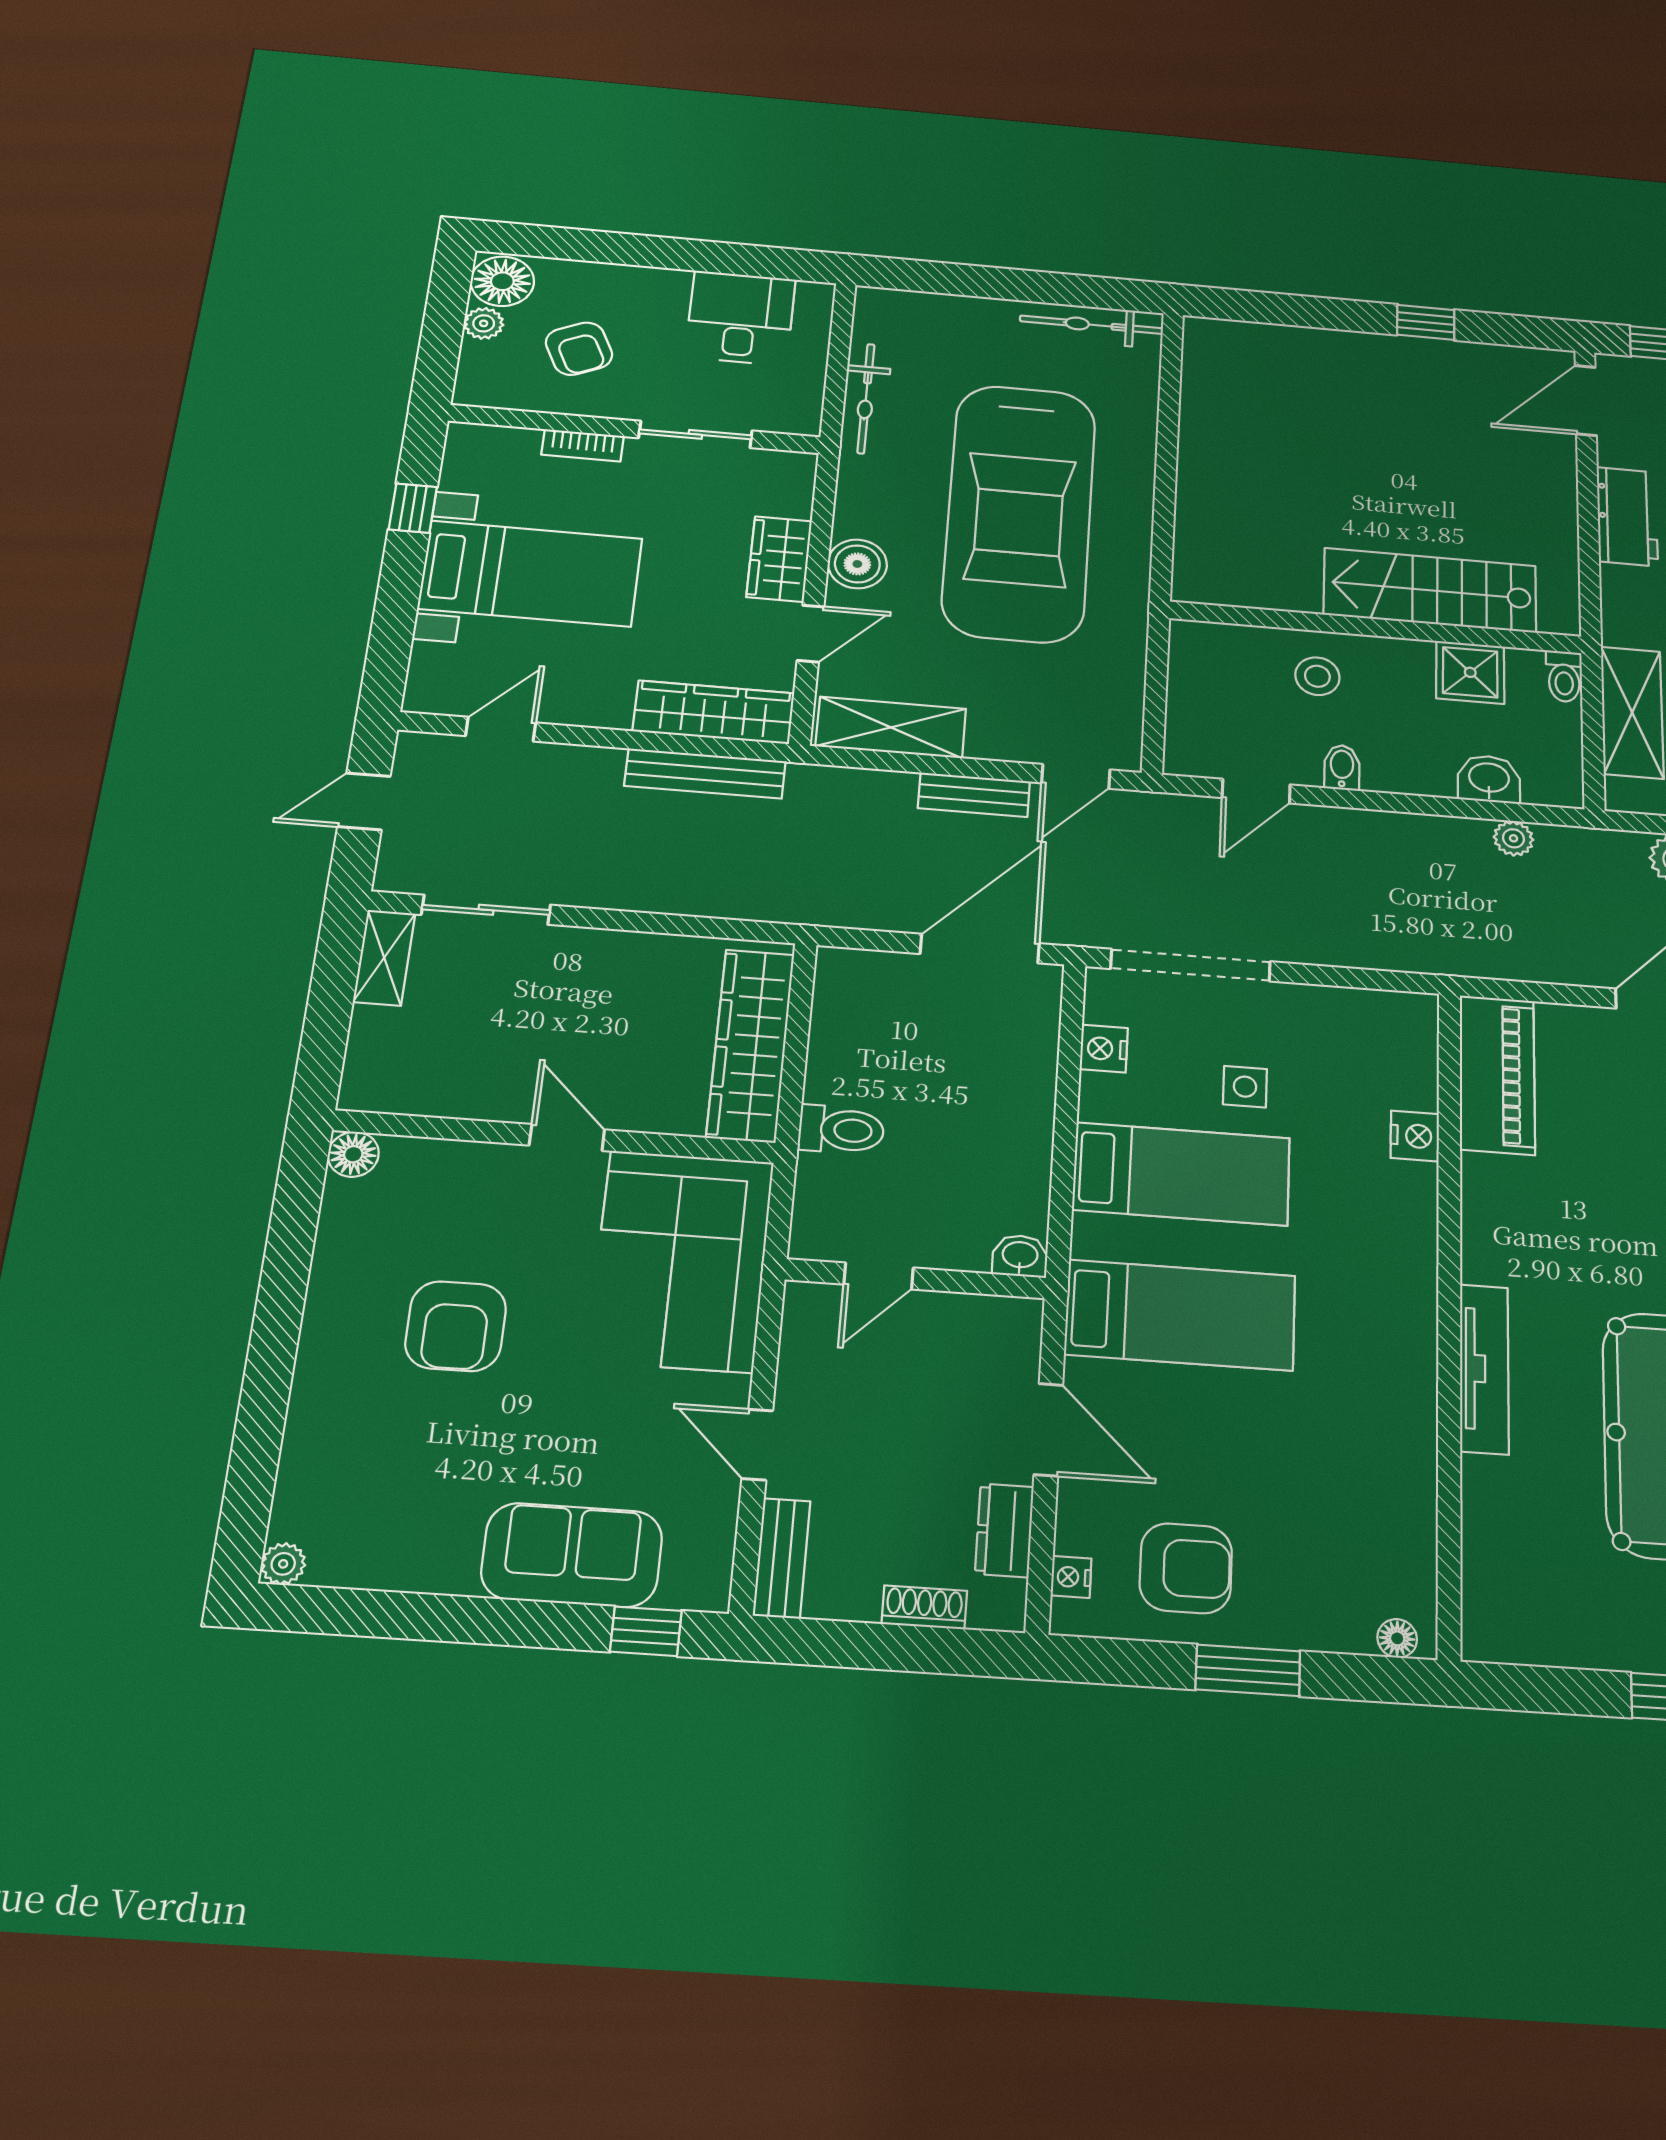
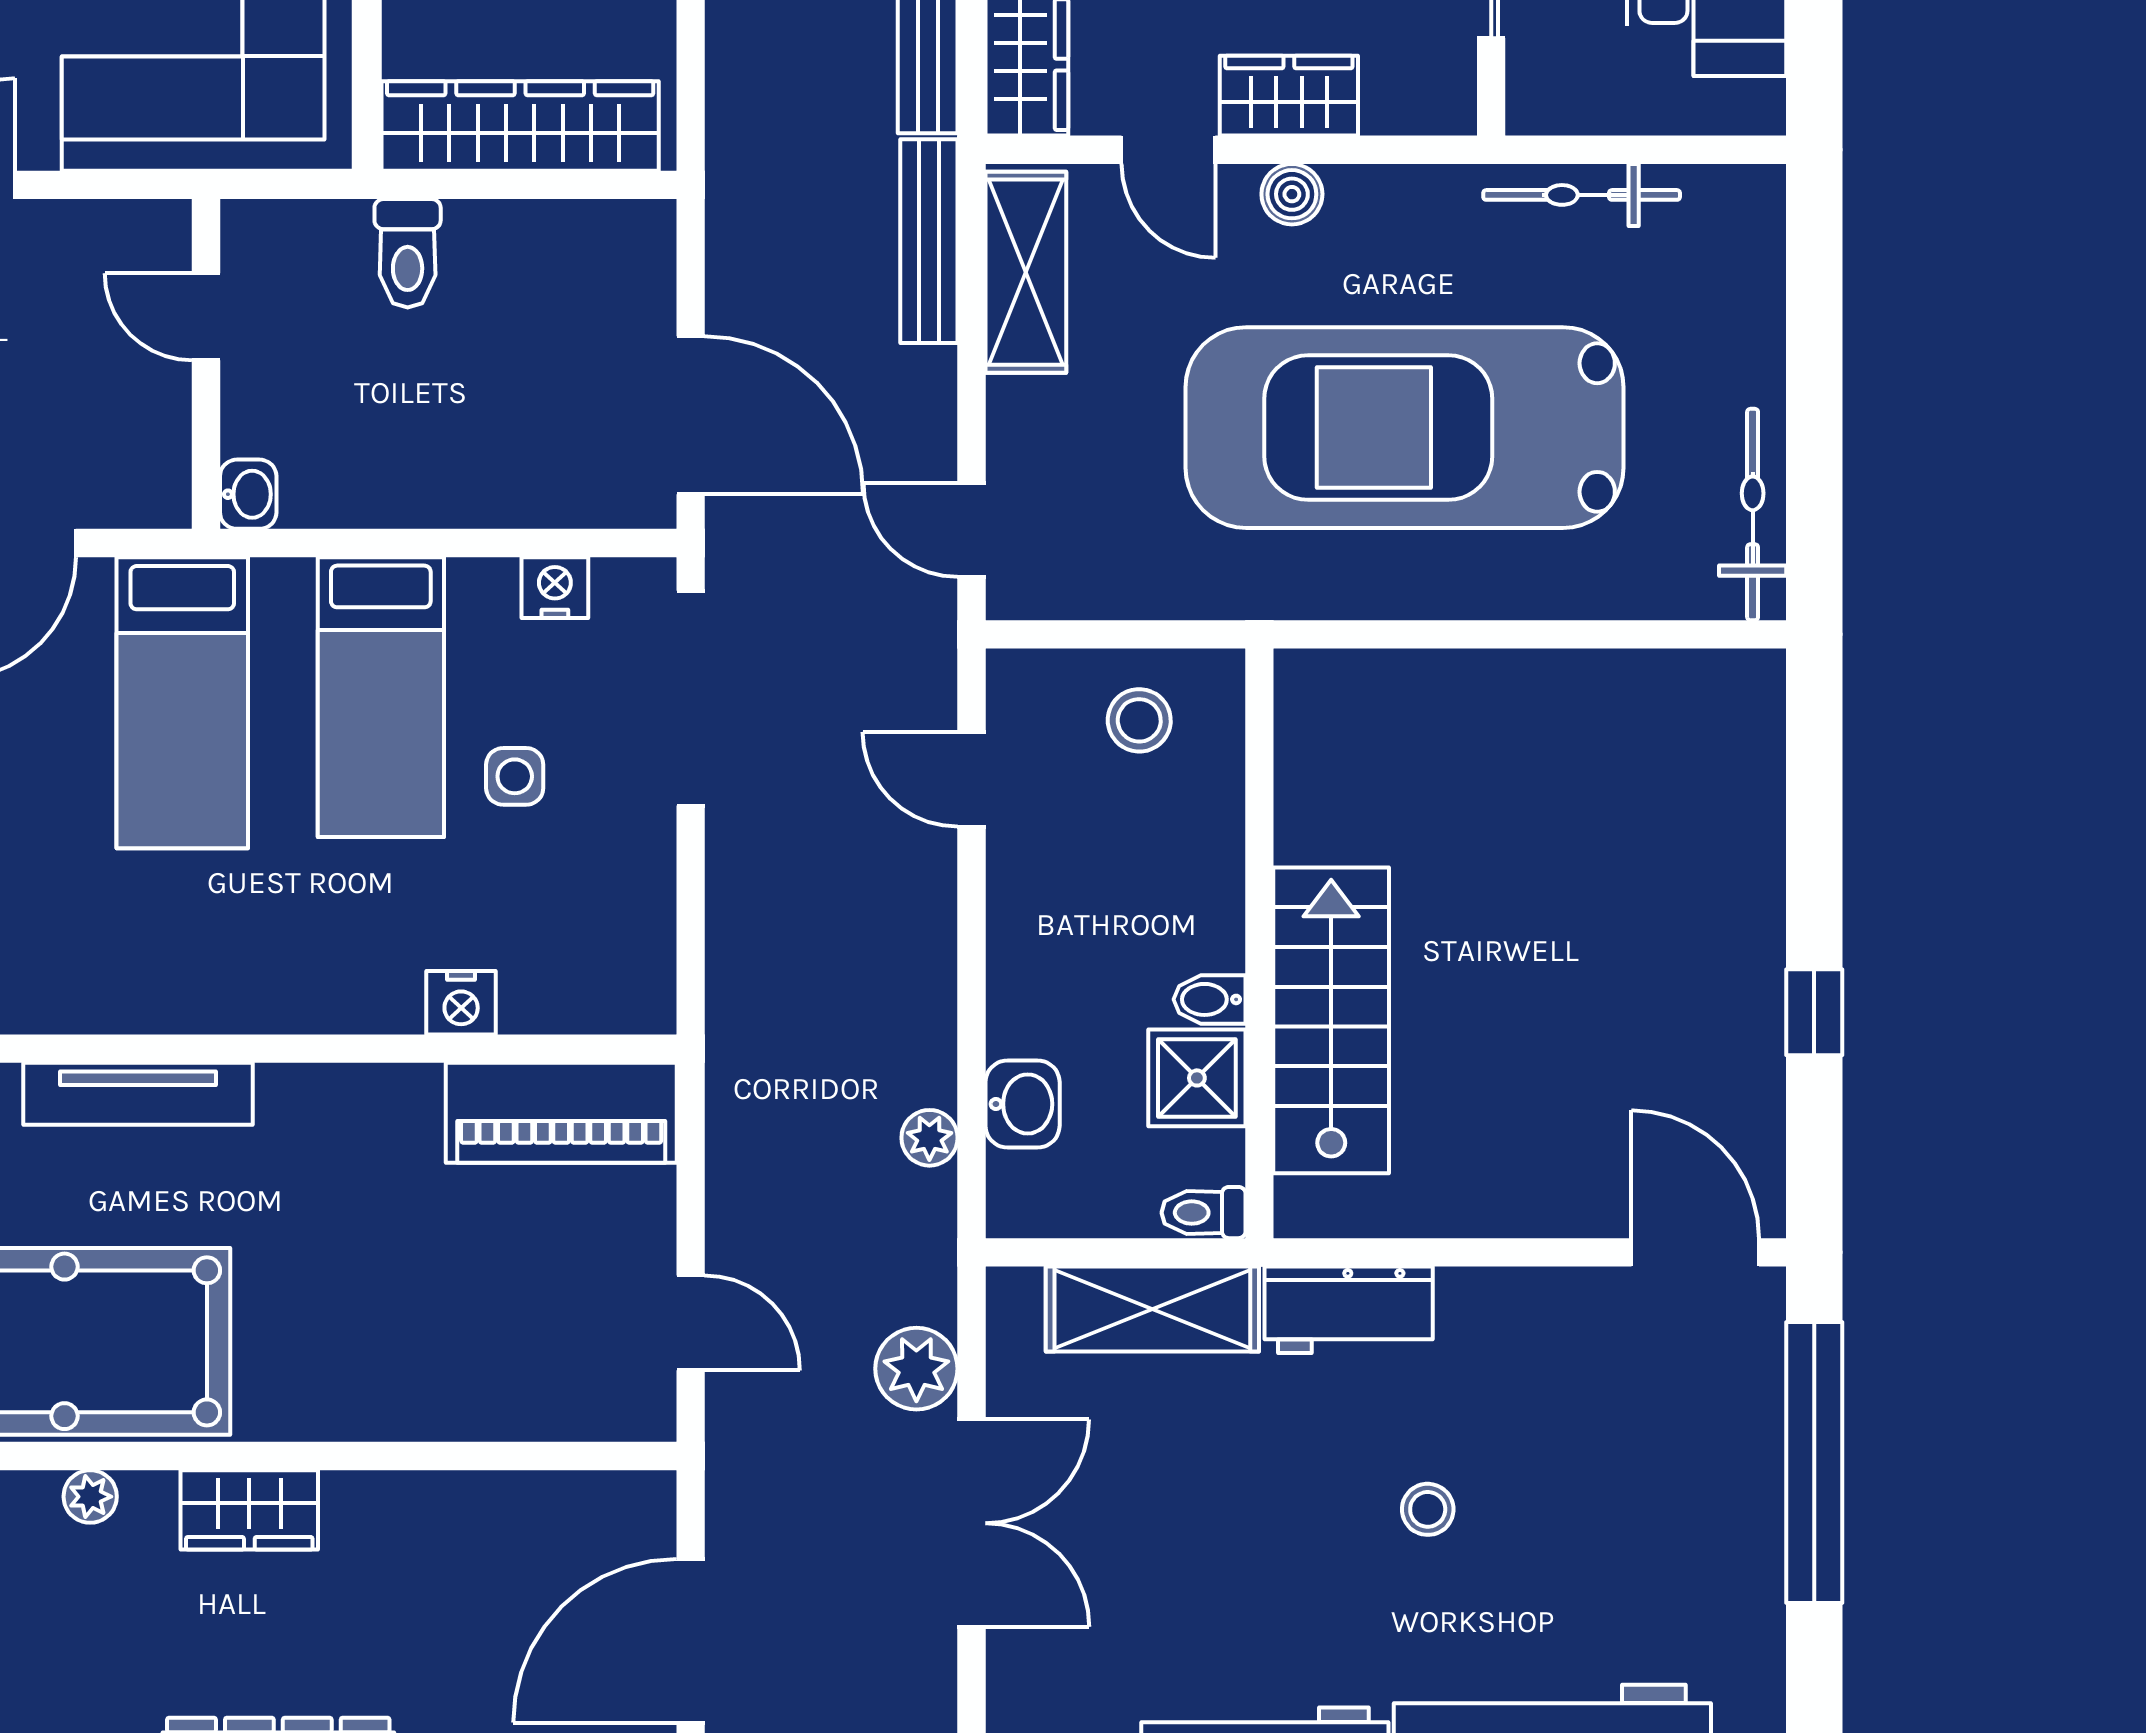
workbench: (1627, 517) -> (1349, 1310), moved
boiler: (857, 564) -> (1292, 194), width x0.73, depth x0.73
stool: (1317, 676) -> (1139, 720), moved
bidet: (1342, 767) -> (1209, 999), moved, turned 180
bench: (974, 795) -> (929, 241), moved, width x1.36

